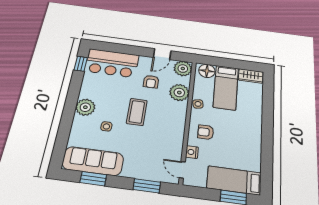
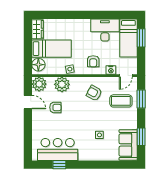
bar counter: (112, 63) -> (58, 149), moved, turned -90
window: (81, 64) -> (59, 165), moved
plant: (85, 107) -> (86, 153), removed
coffee table: (137, 112) -> (121, 101), moved
armchair: (163, 128) -> (94, 93), added
desk: (246, 152) -> (105, 30), added
sofa: (93, 161) -> (128, 145), width x0.73

